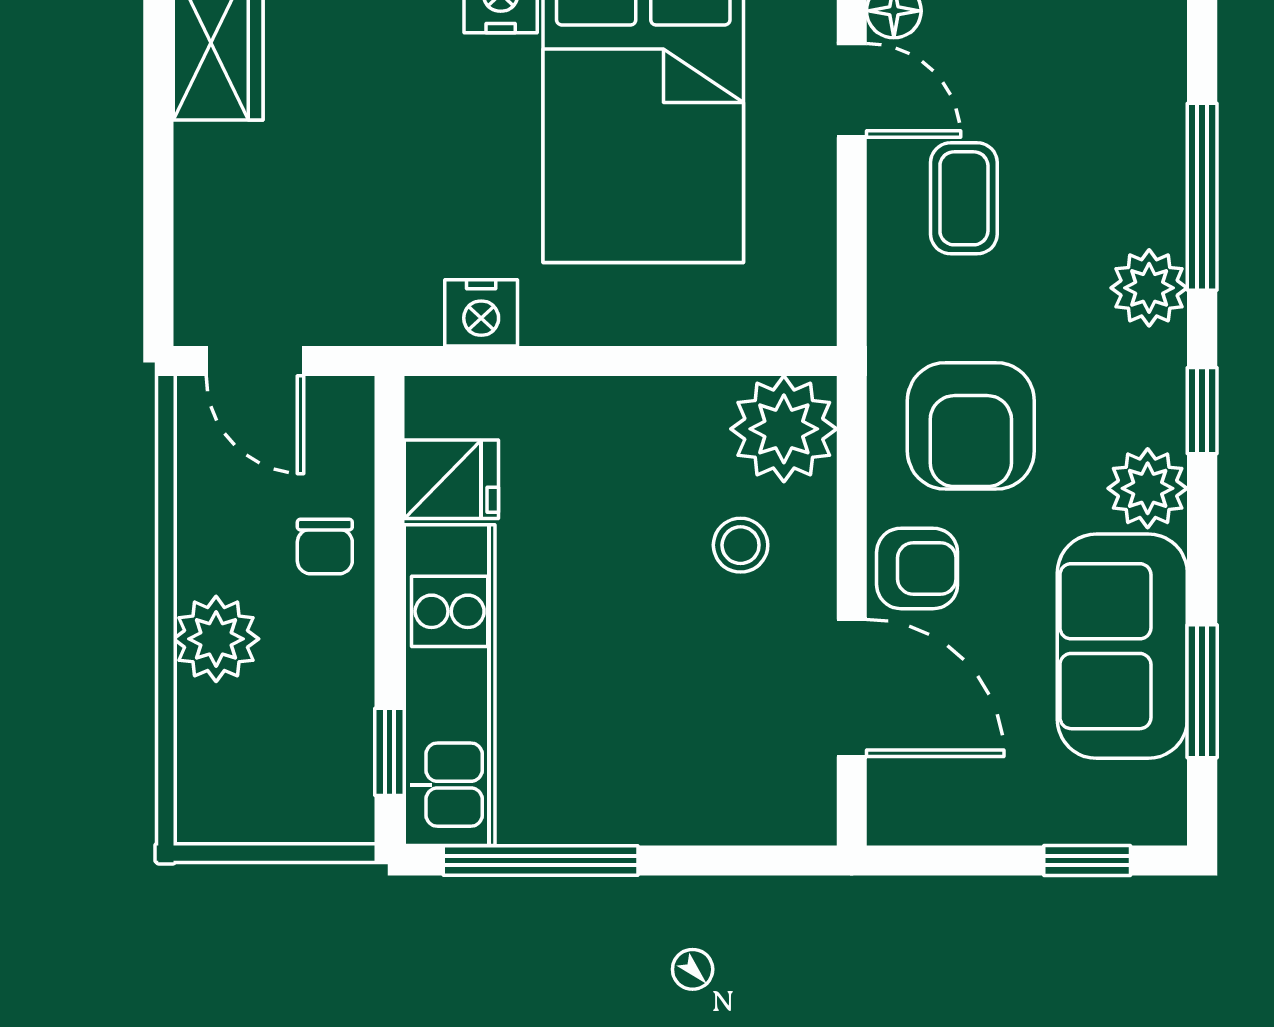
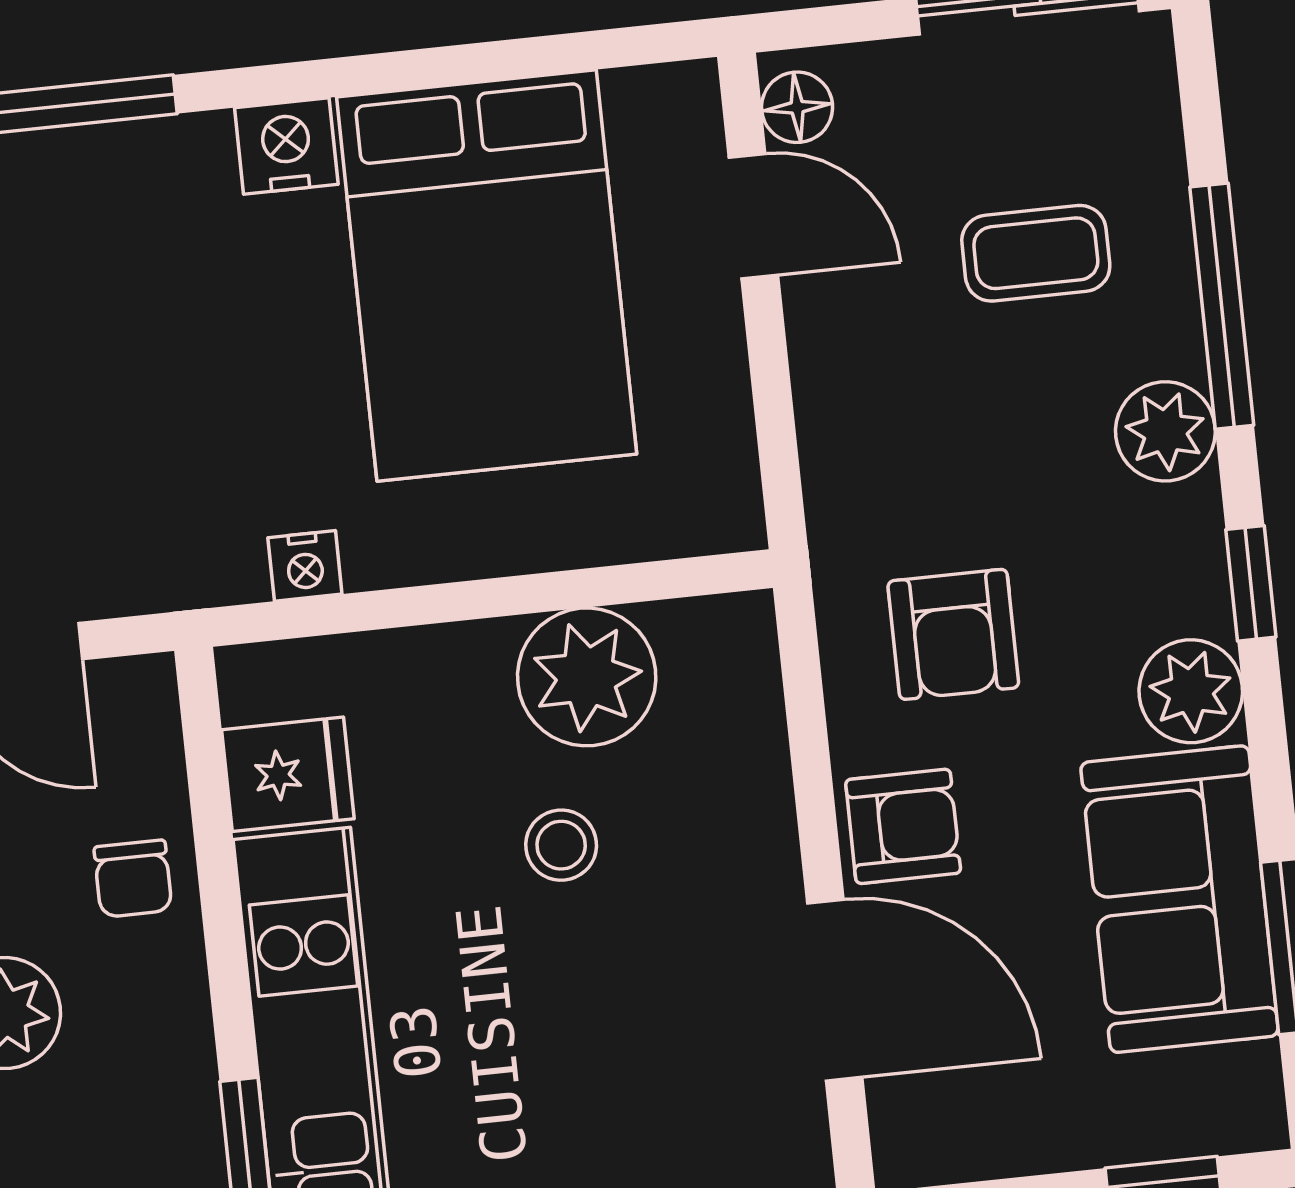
coffee table: (964, 198) -> (1036, 253), moved, turned 90
nightstand: (481, 313) -> (305, 566), width x0.72, depth x0.74
armchair: (971, 426) -> (953, 634), width x0.72, depth x0.72
plant: (784, 429) -> (587, 677), moved
stool: (741, 545) -> (561, 845), moved

